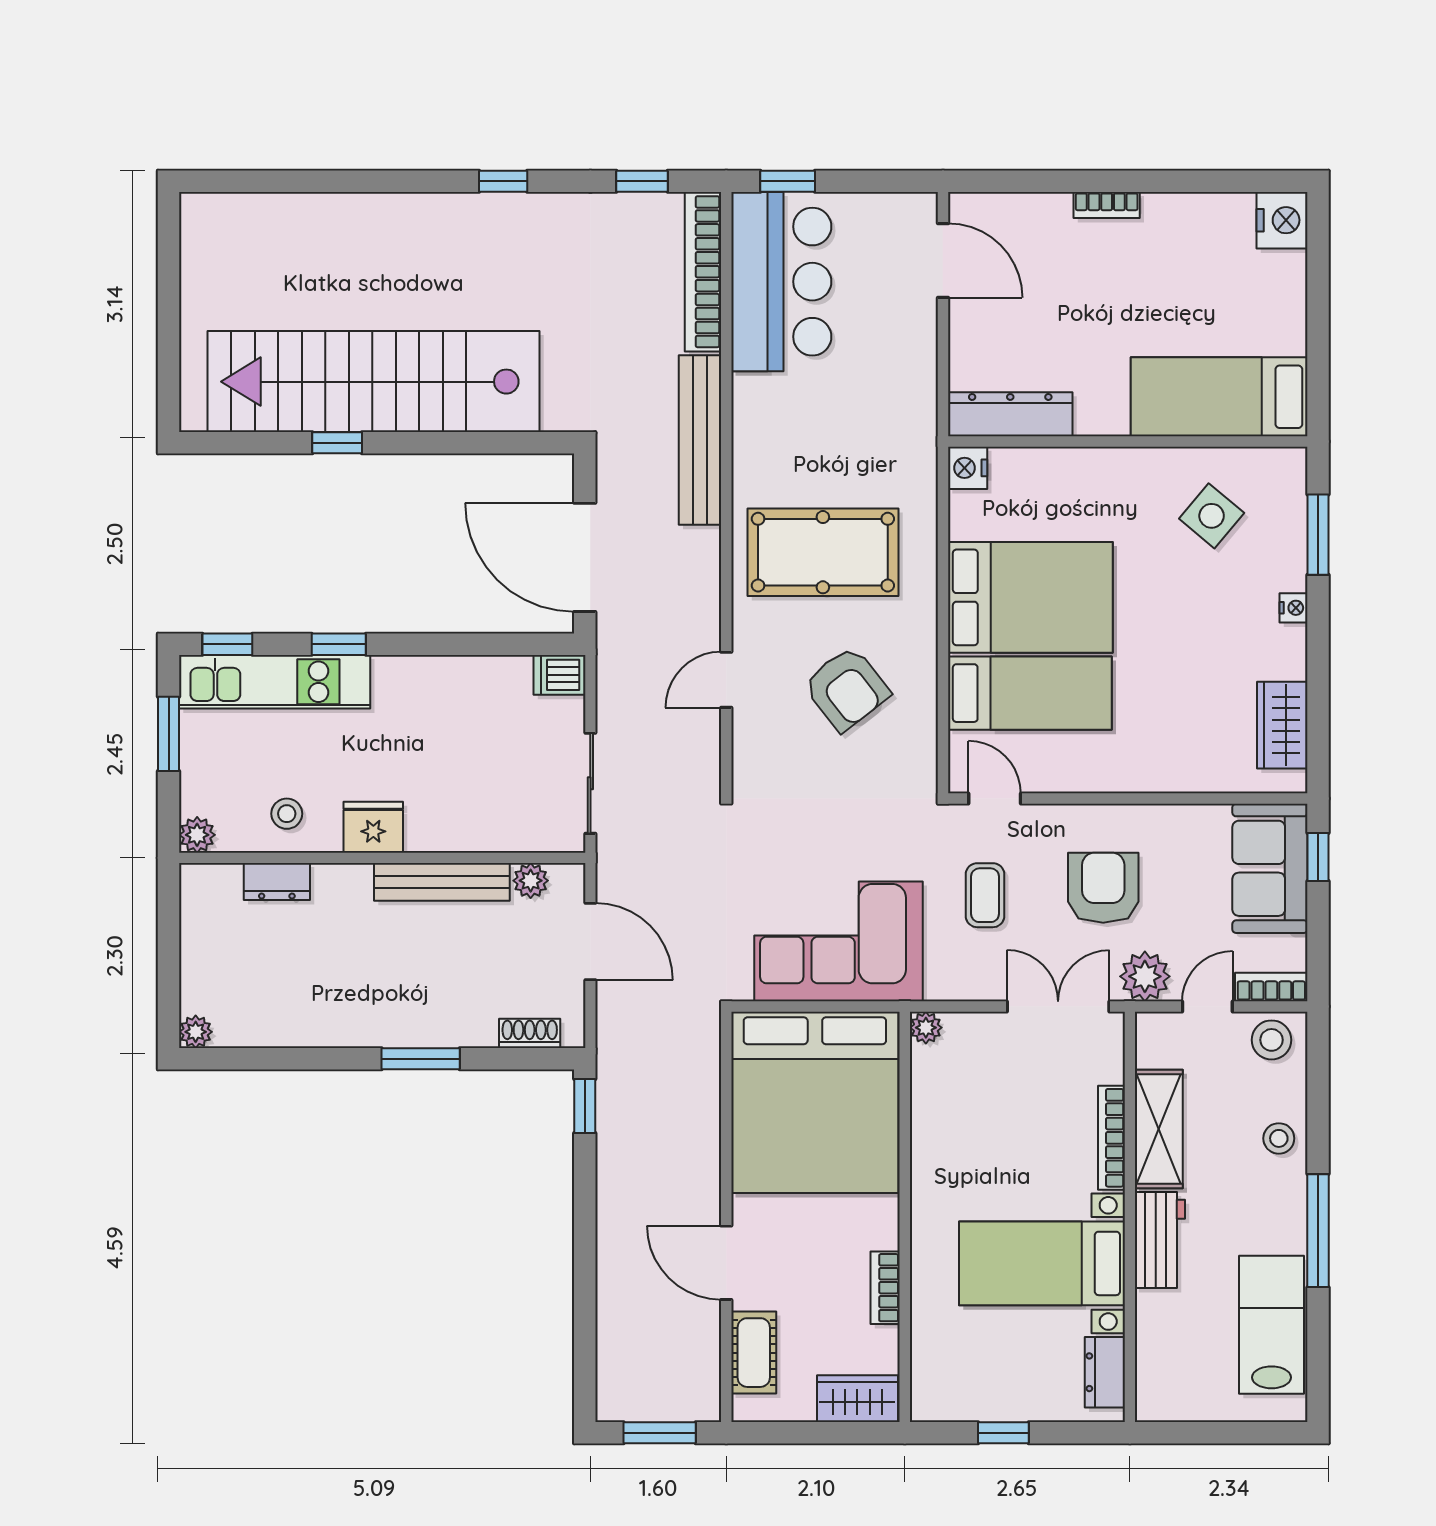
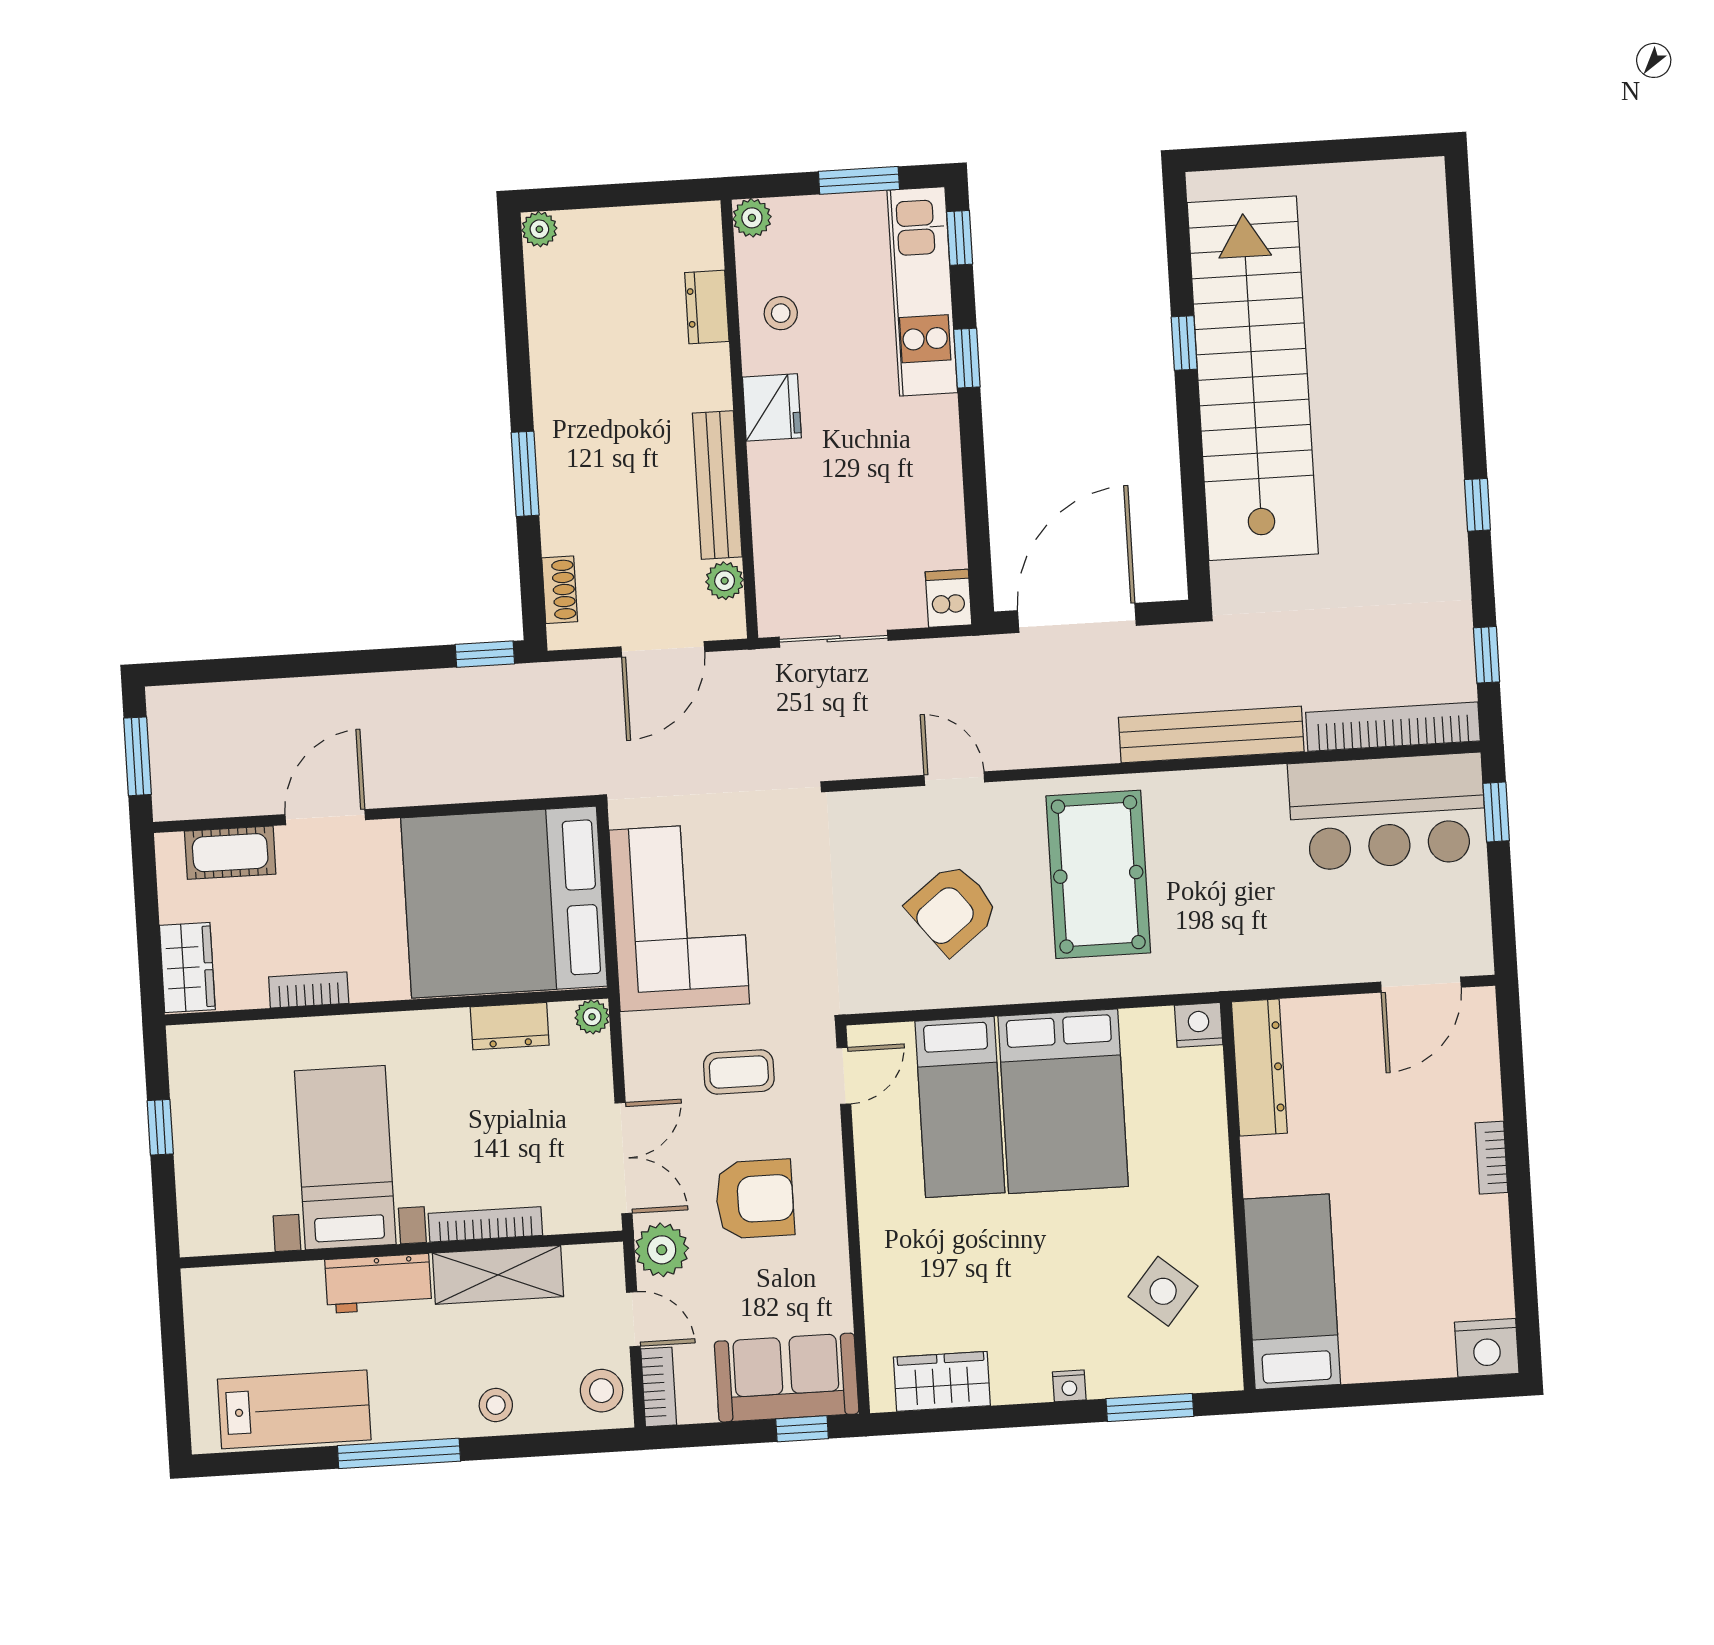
dresser: (1105, 1372) -> (510, 1026), moved, turned 180

